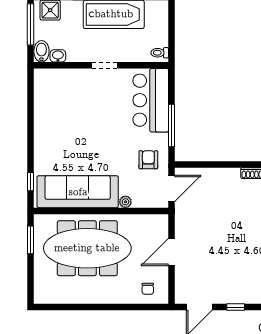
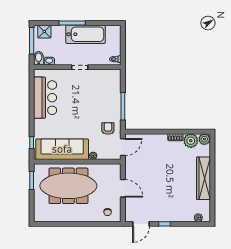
bar counter: (151, 100) -> (45, 98), moved, turned 180
door: (171, 252) -> (123, 188), swing flipped

